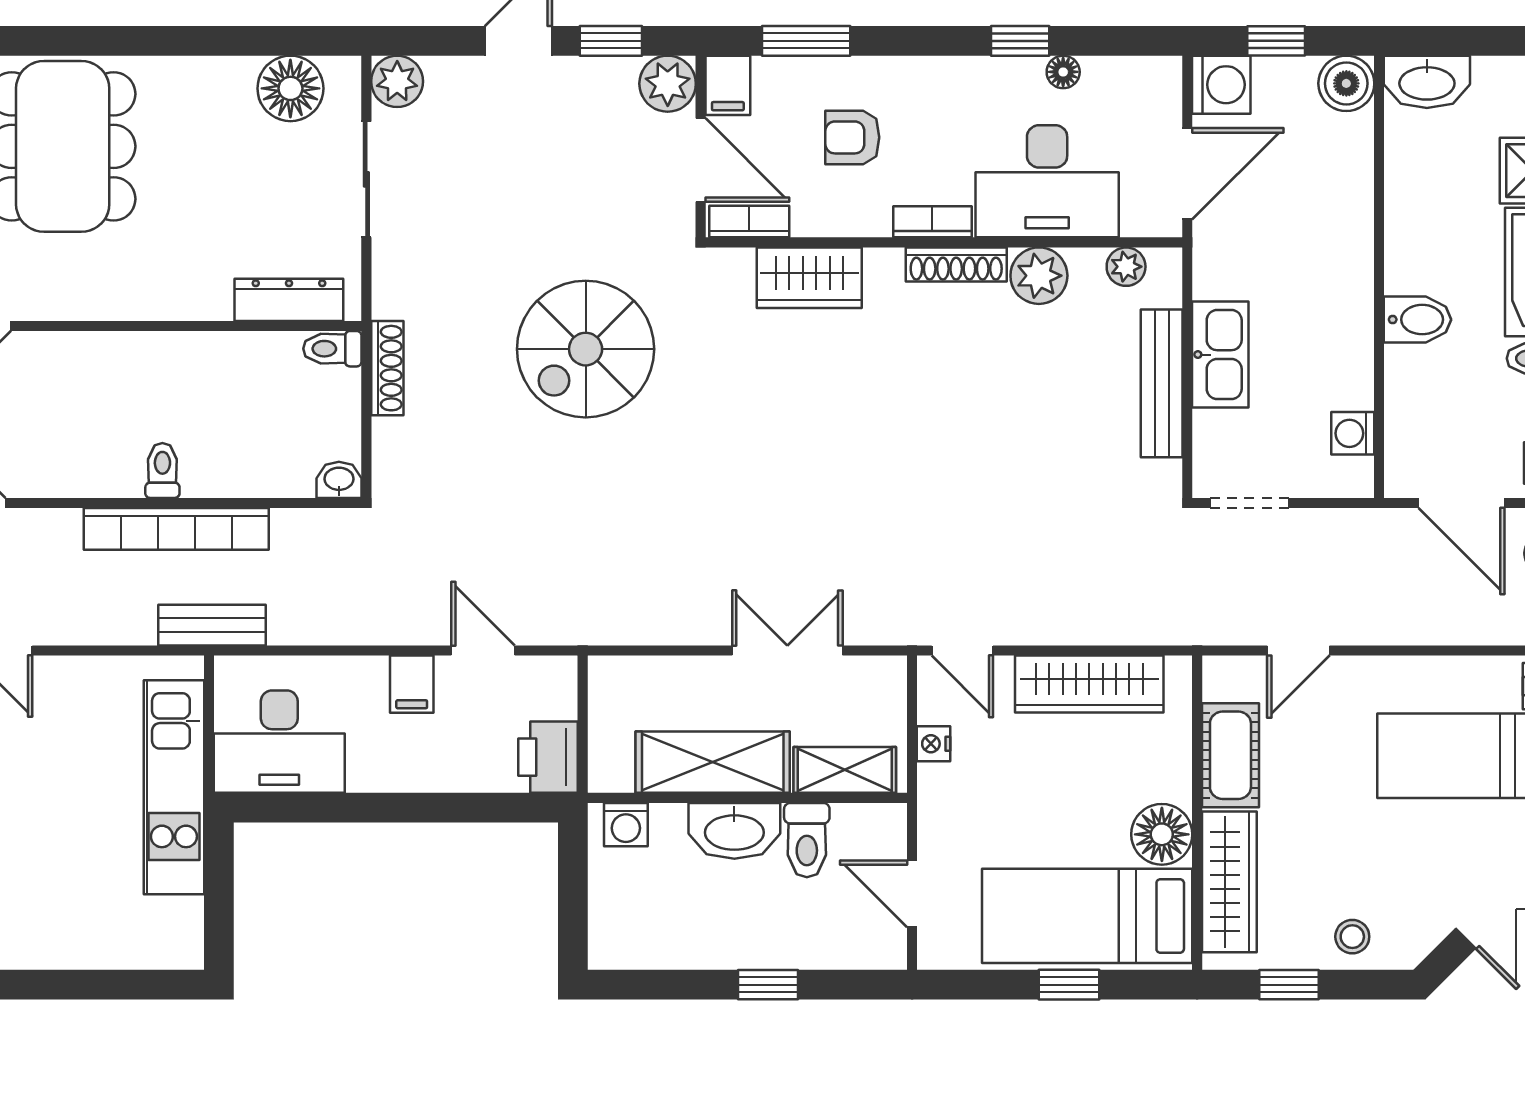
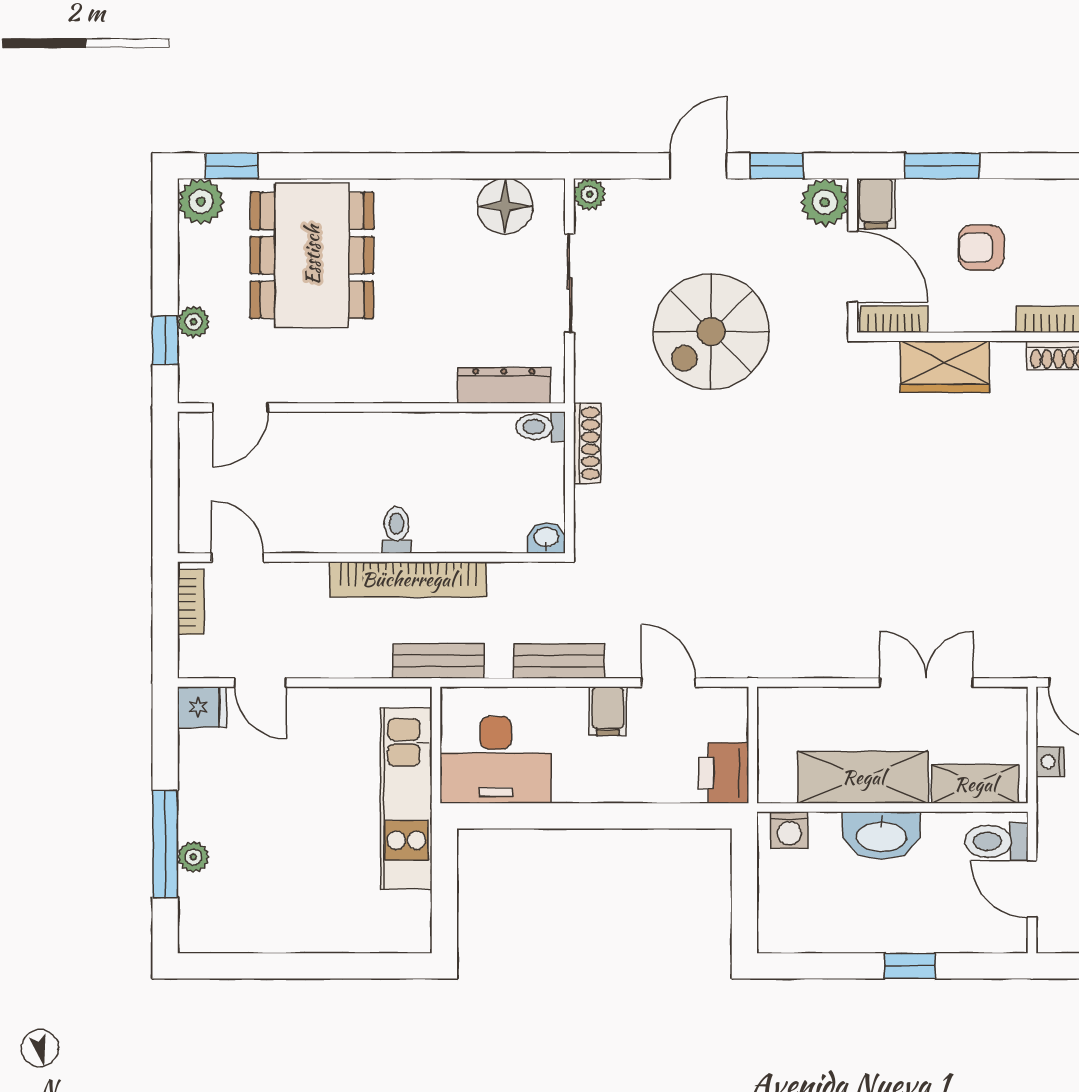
plant: (397, 81) -> (589, 194), width x0.73, depth x0.73
spiral stairs: (586, 349) -> (711, 332), moved
bench: (354, 625) -> (559, 661), added
toilet: (807, 840) -> (996, 841), moved, turned 90

